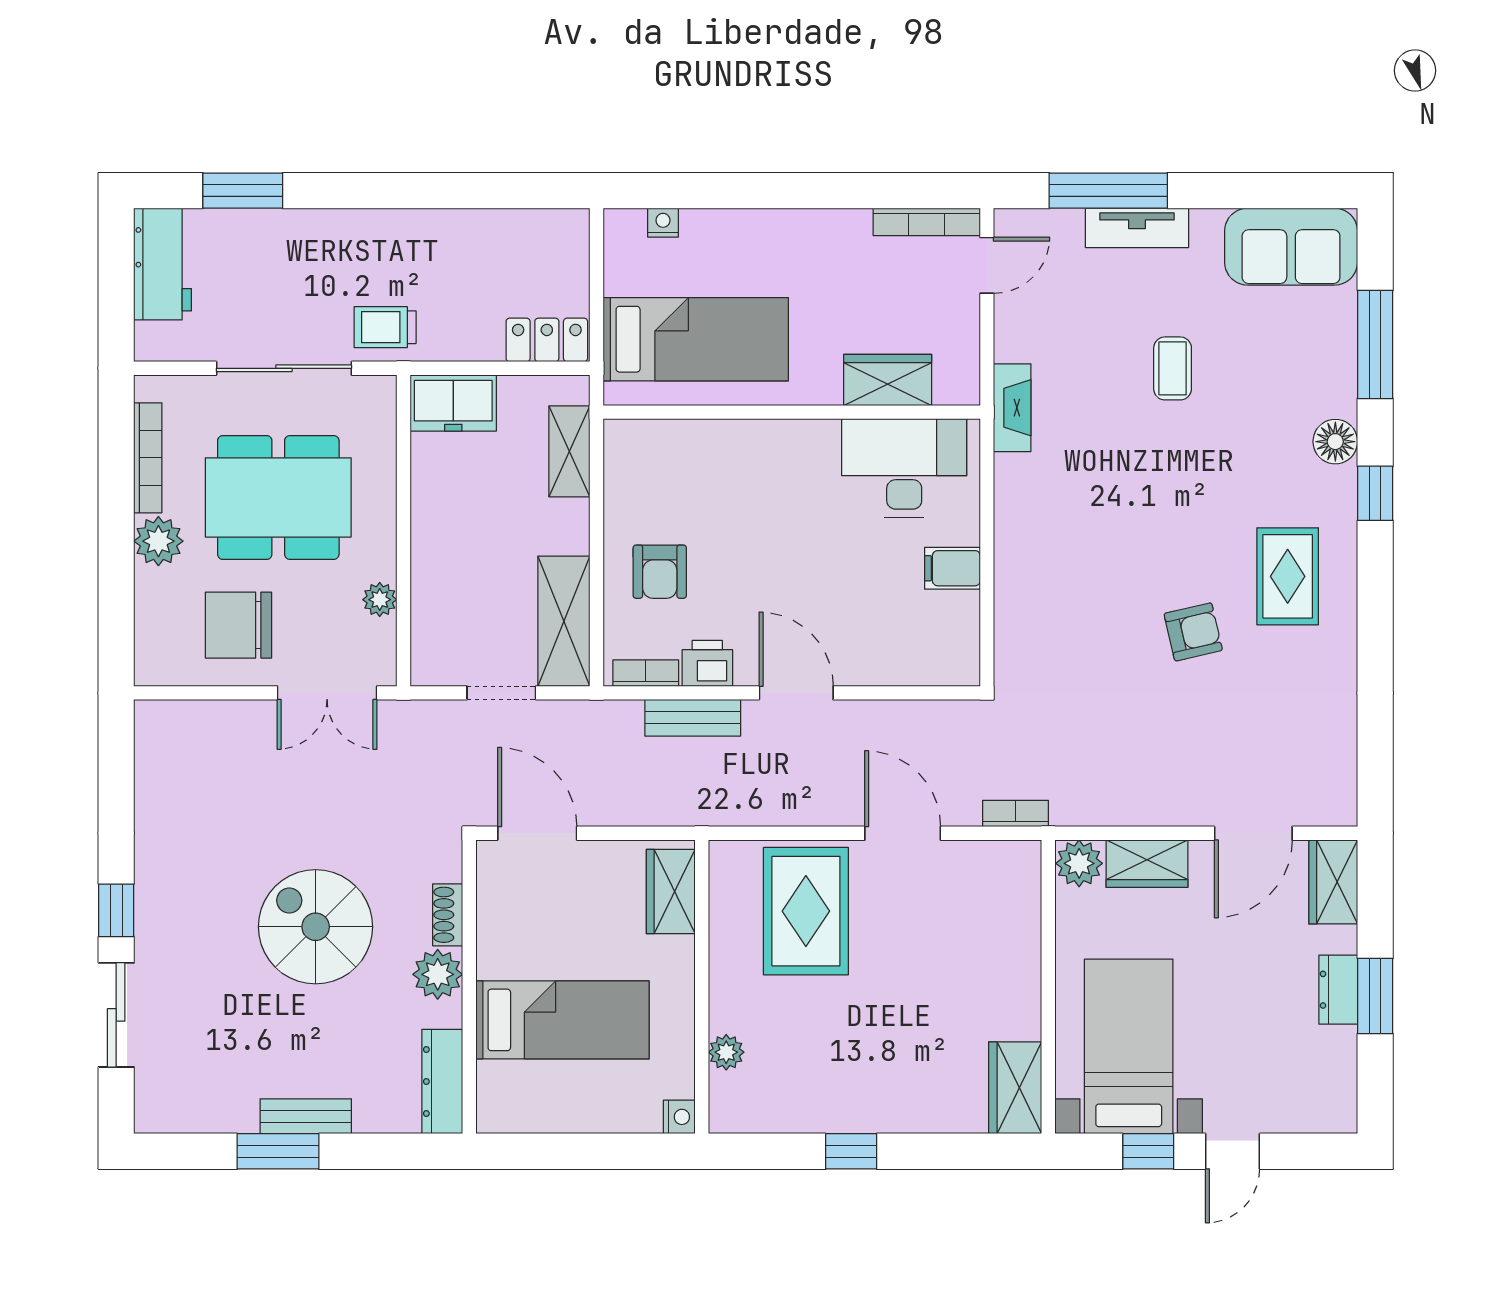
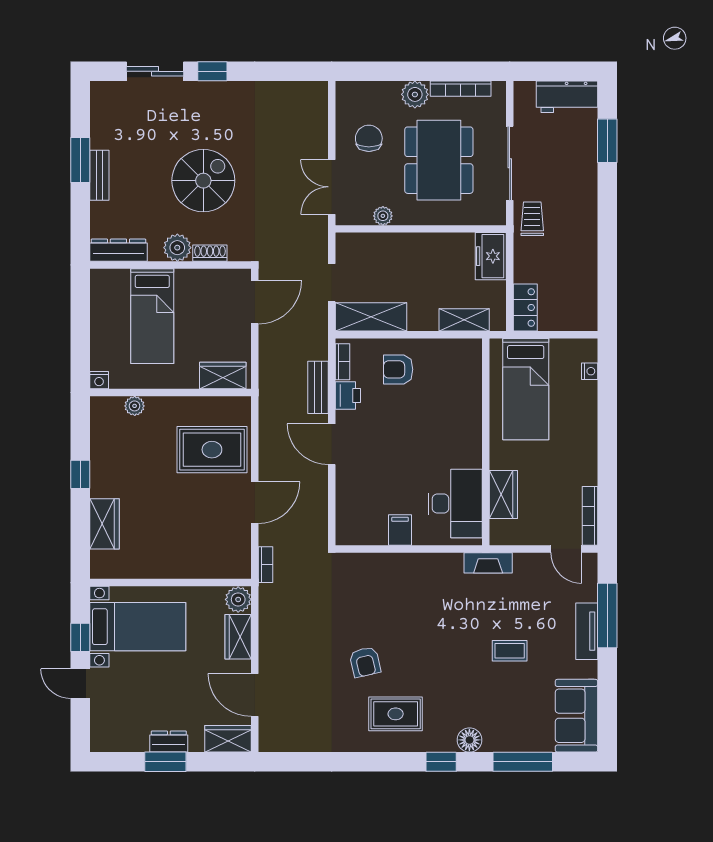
chair: (238, 625) -> (369, 138), width x0.73, depth x0.73
door: (796, 693) -> (332, 444), swing flipped
wardrobe: (1015, 1088) -> (104, 524), moved, turned 90

